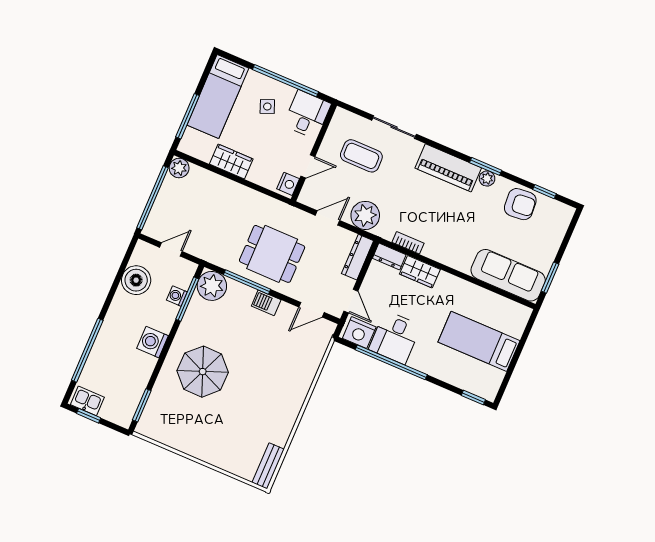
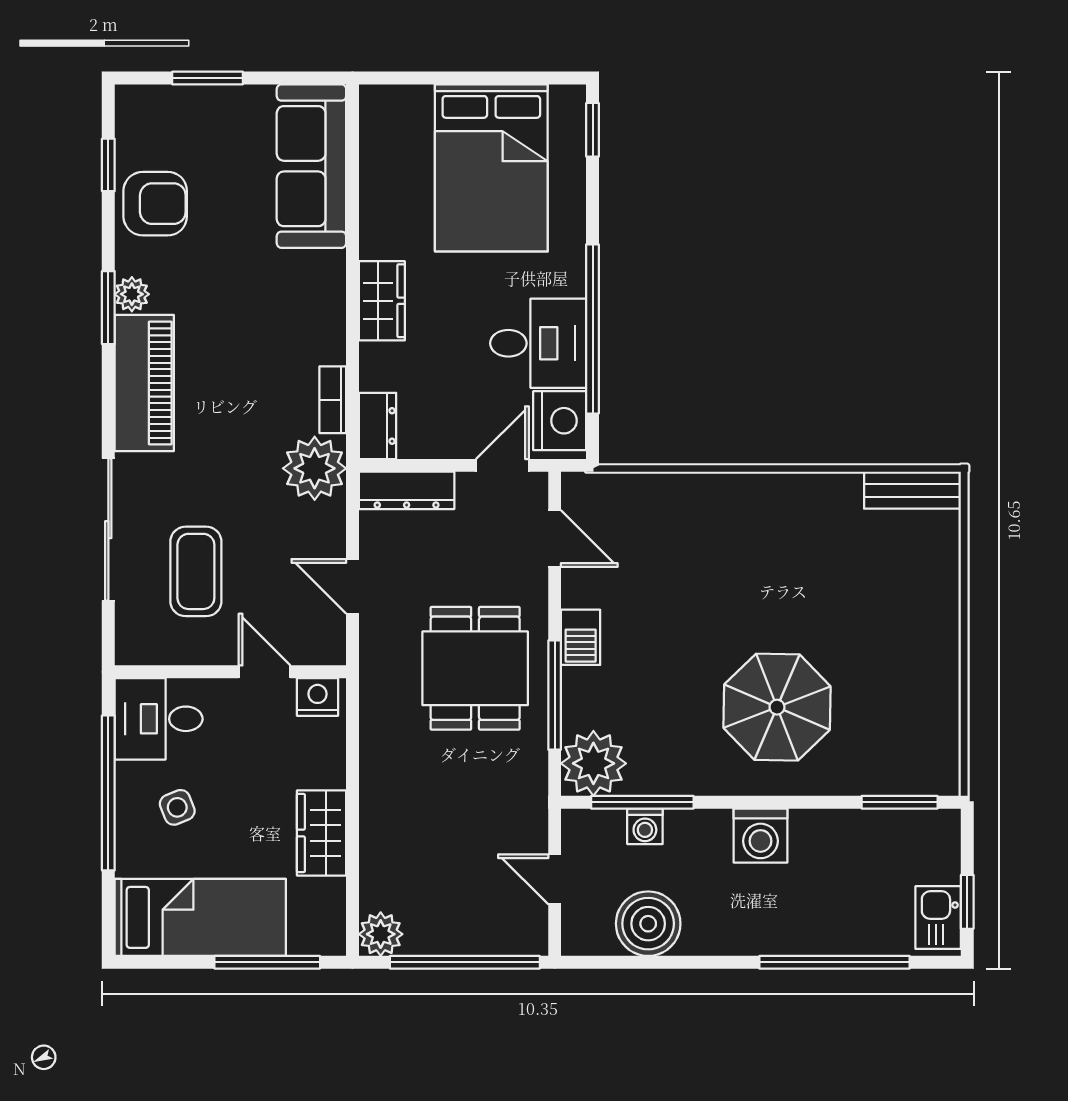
sliding door: (394, 127) -> (108, 530), width x1.37
armchair: (520, 204) -> (155, 204), turned 95
plant: (365, 215) -> (315, 468), moved
wardrobe: (420, 272) -> (382, 301), moved
window: (550, 278) -> (208, 78), moved
bed: (479, 341) -> (491, 168), width x1.50

